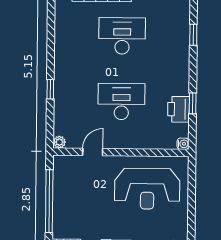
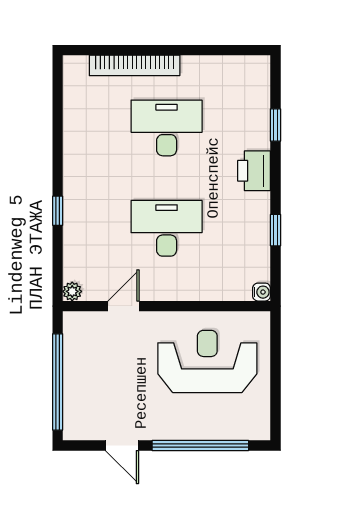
printer: (179, 109) -> (254, 171), moved
reception desk: (147, 189) -> (207, 361), turned 180

